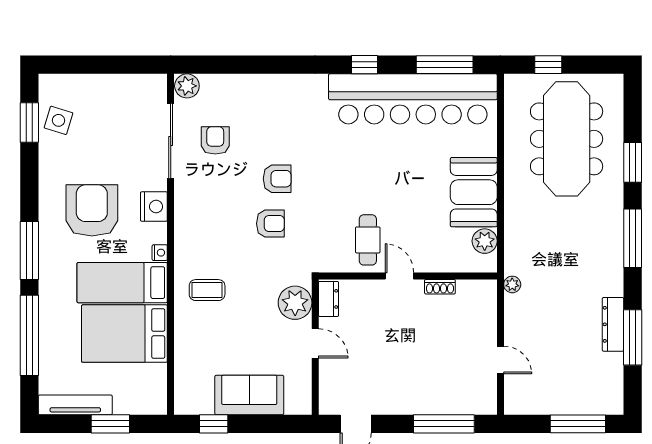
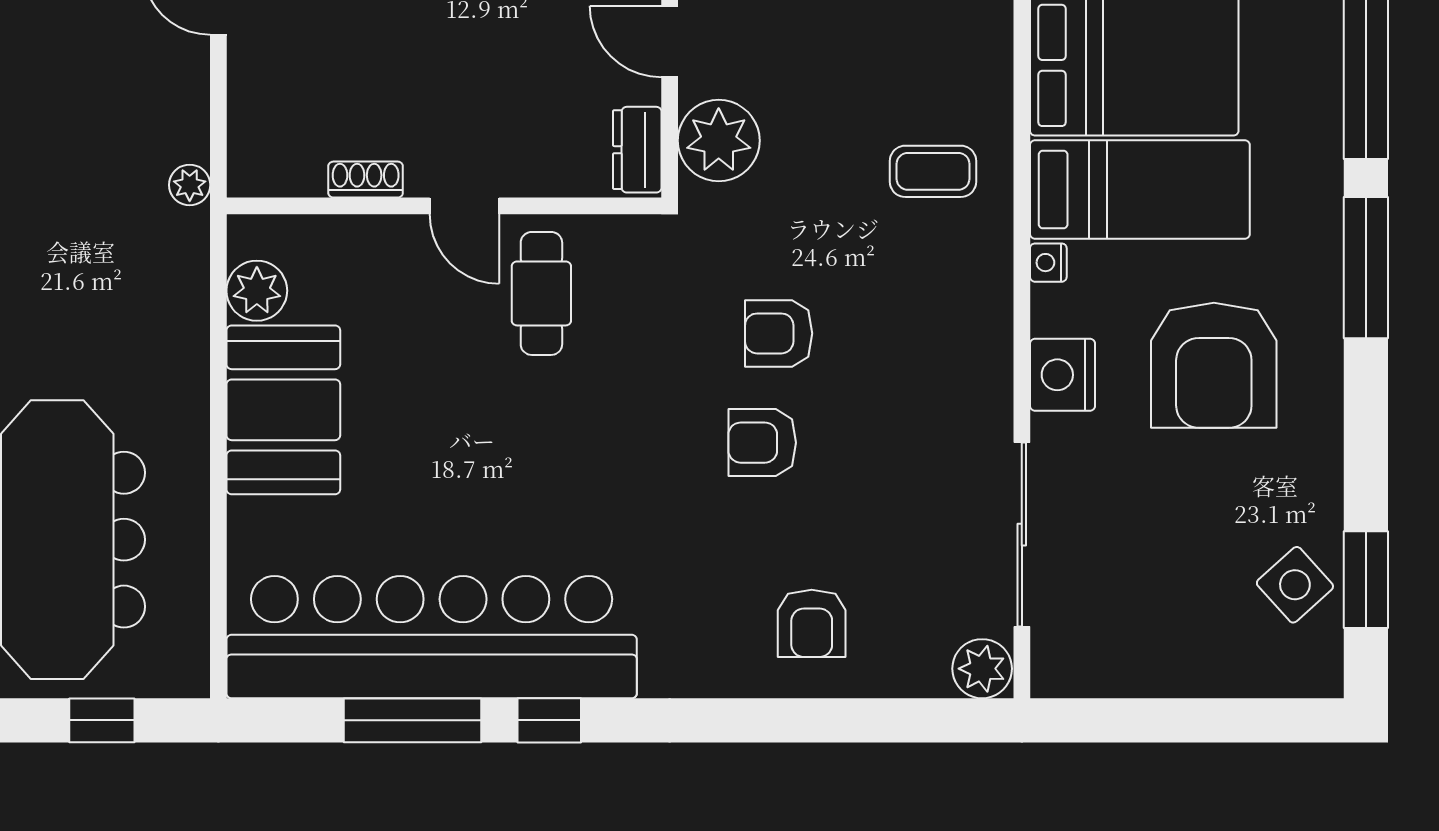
window: (445, 65) -> (413, 720), moved
side table: (58, 120) -> (1295, 585), turned 31
armchair: (215, 140) -> (812, 623), moved

